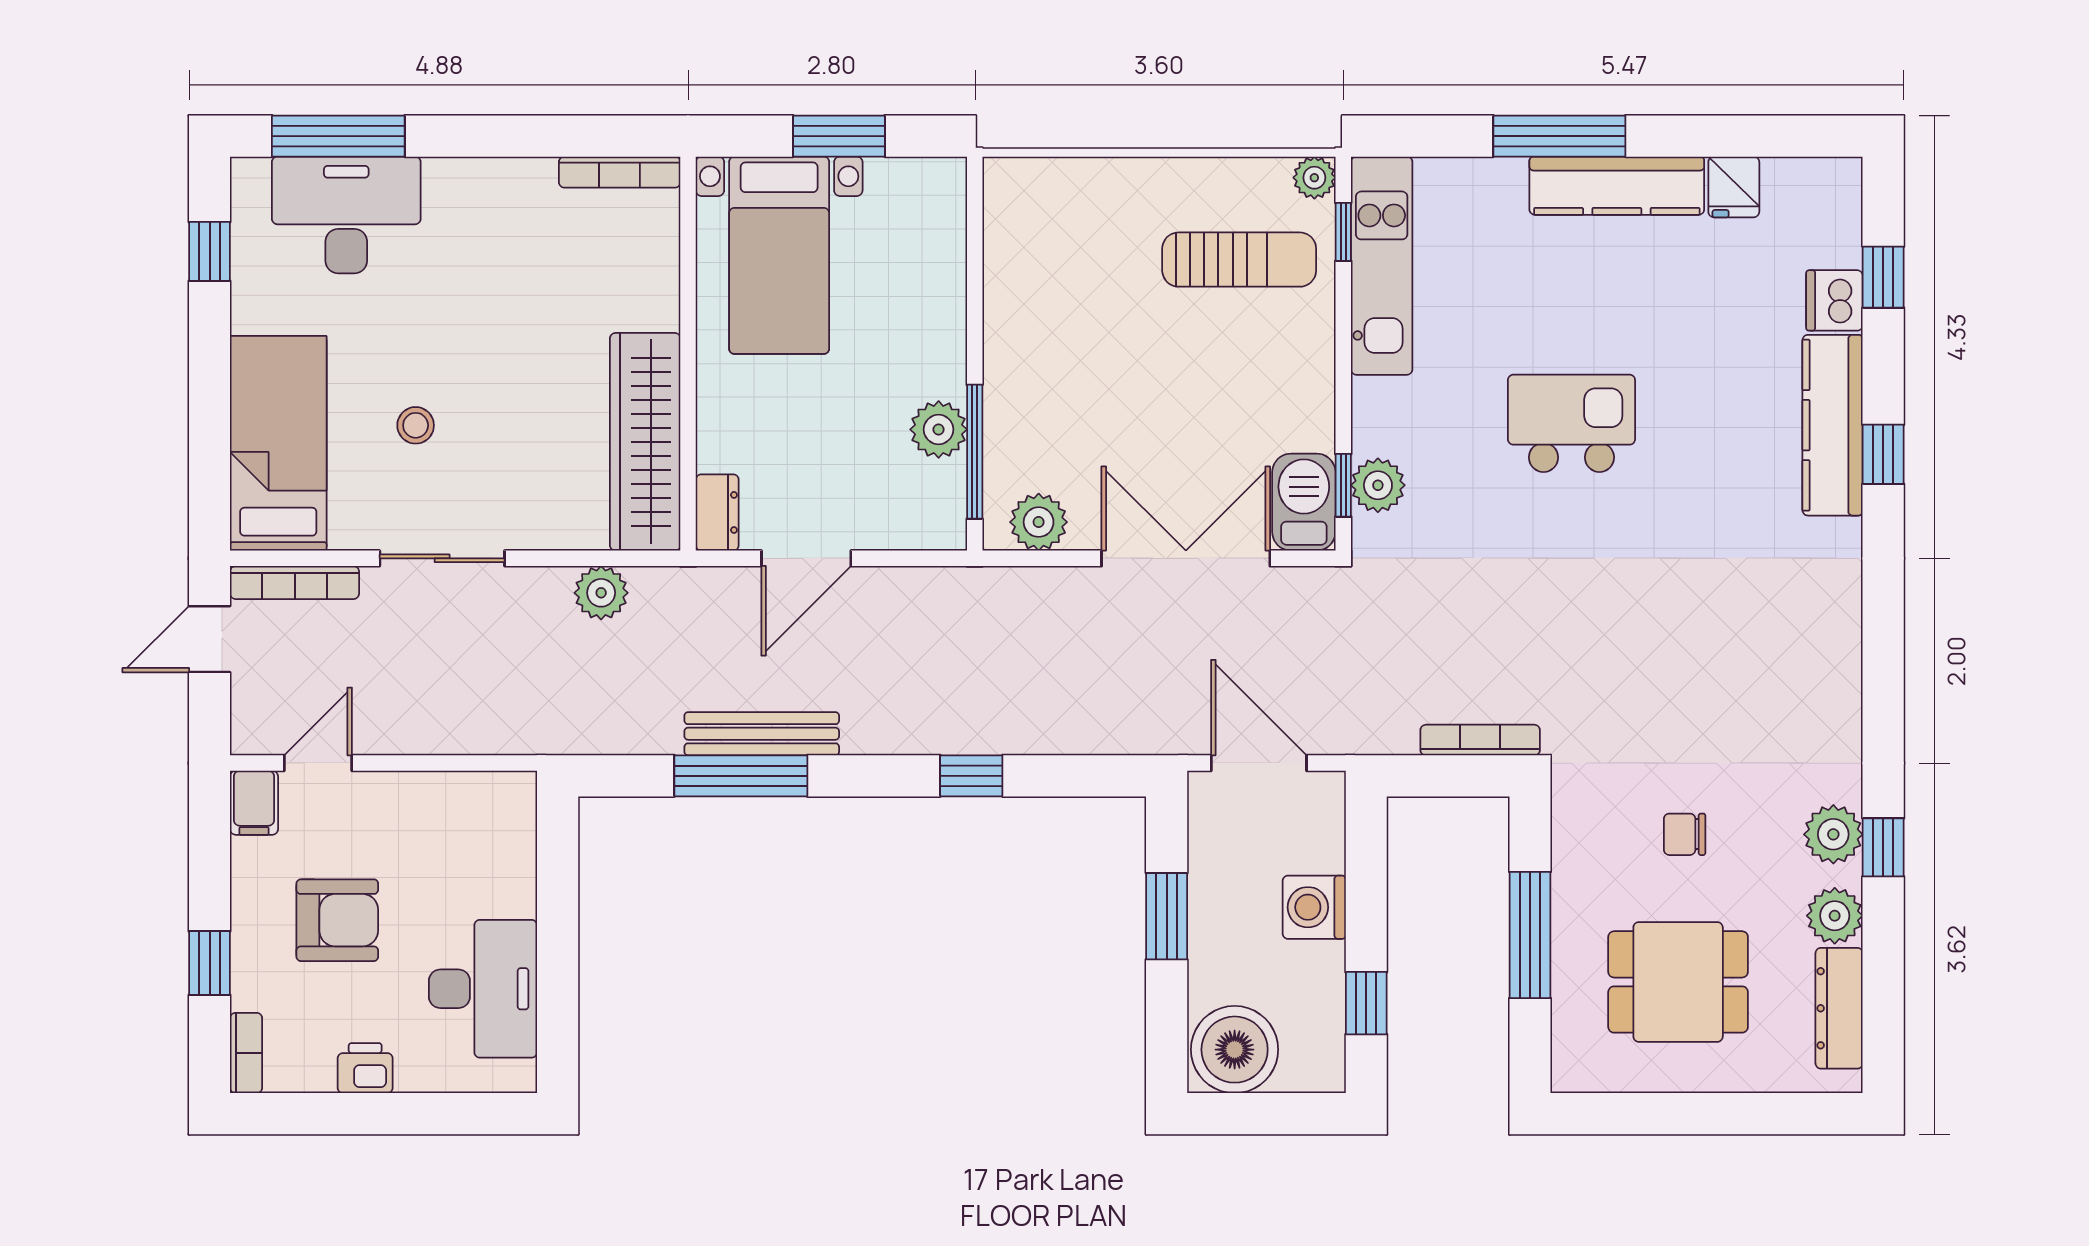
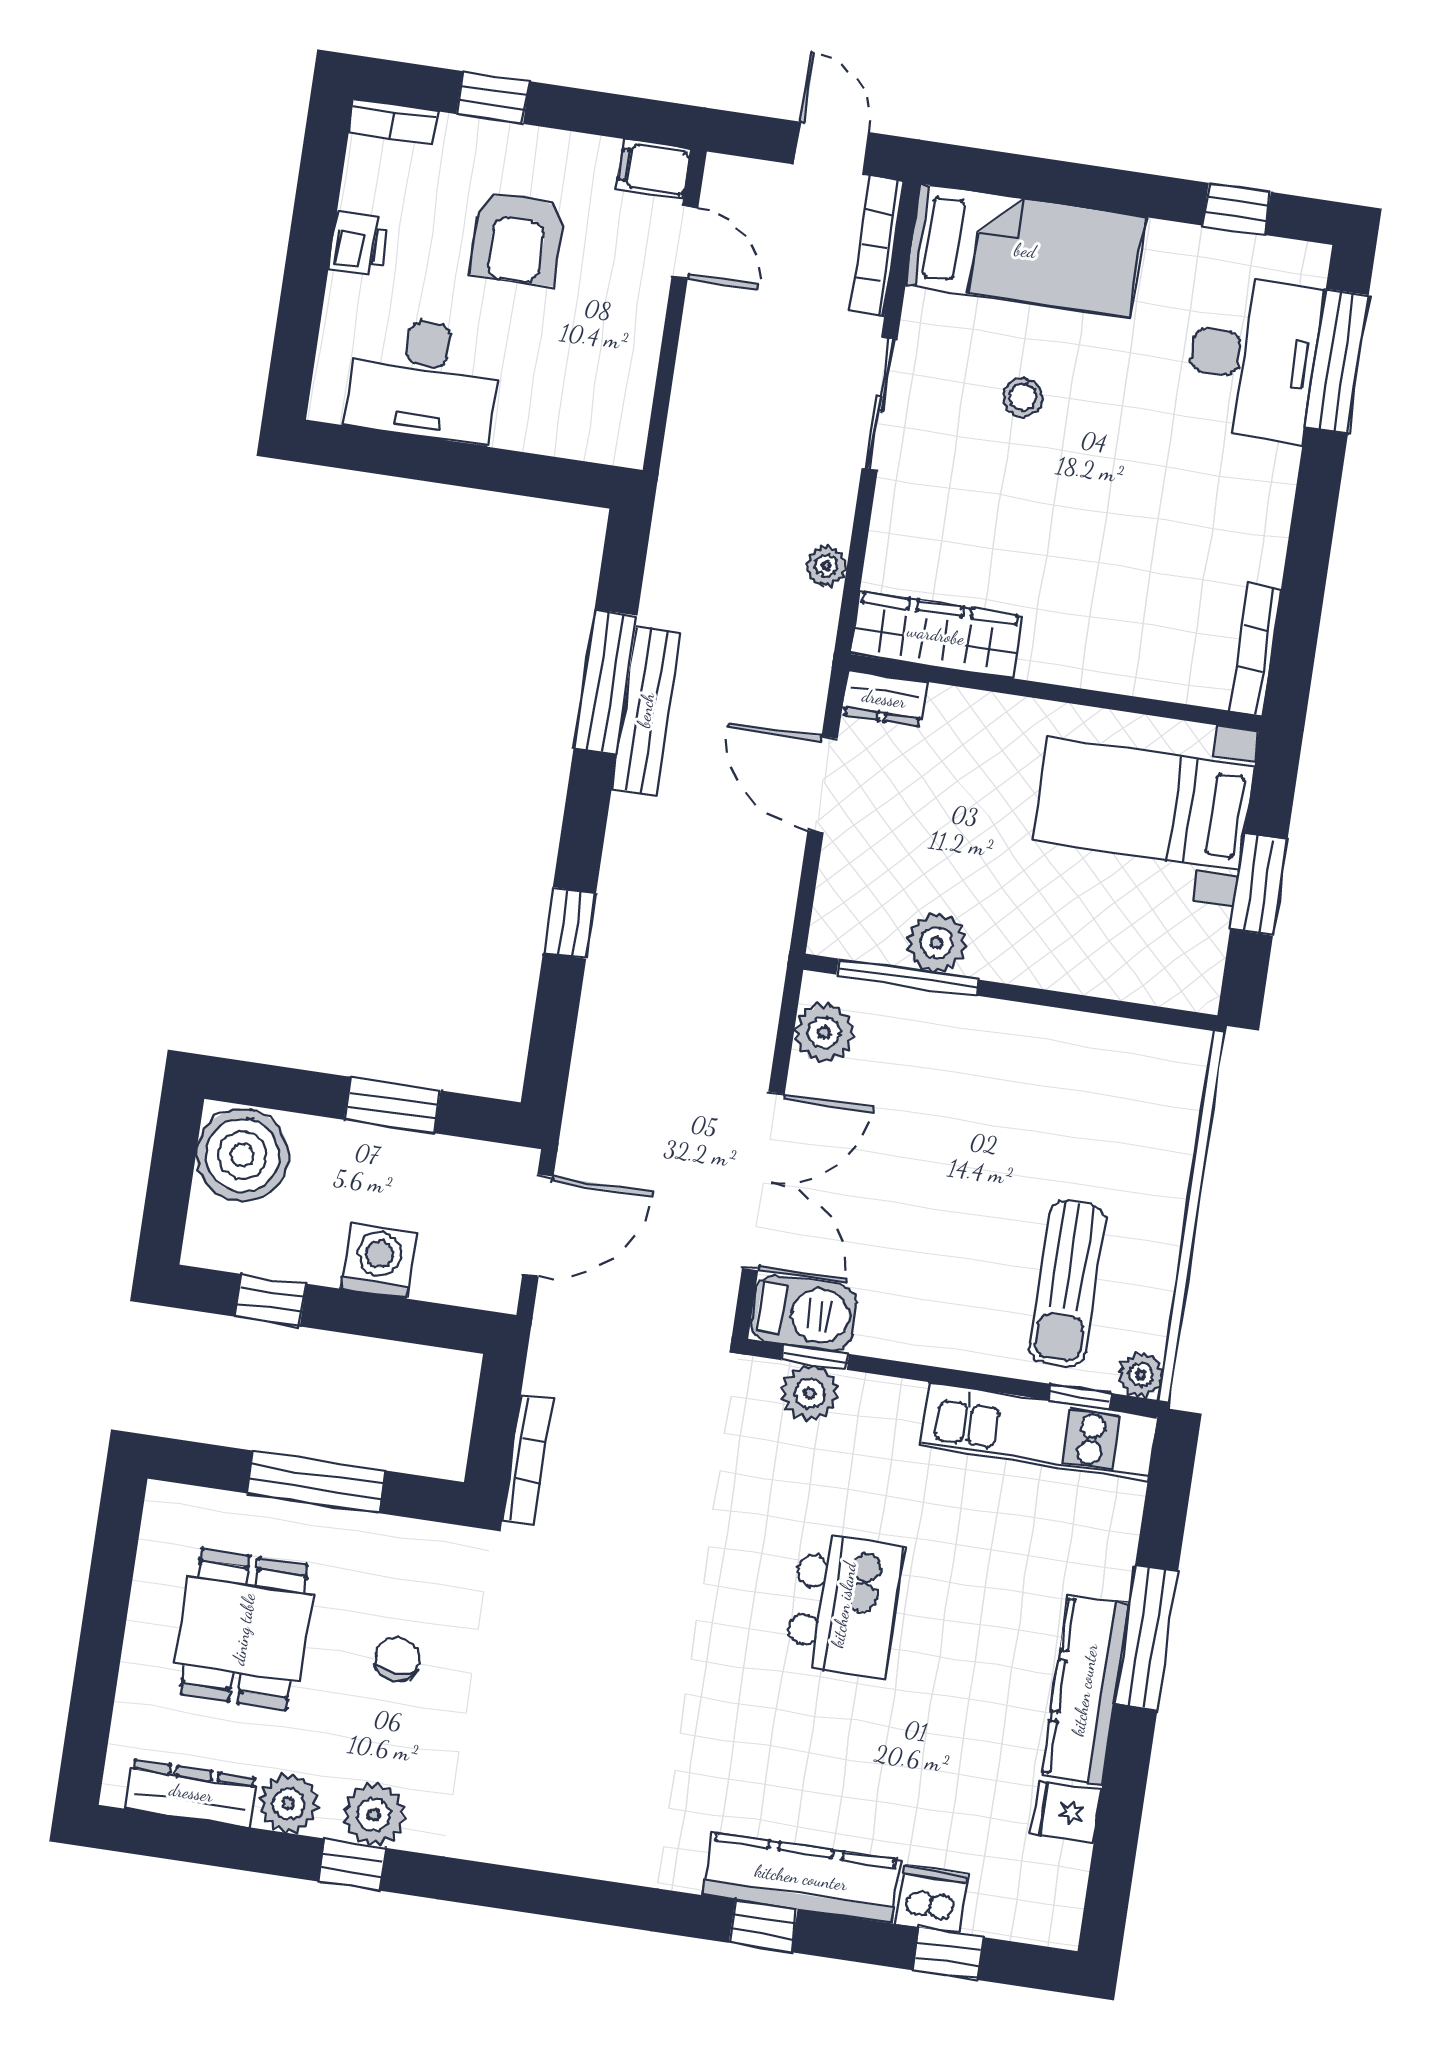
wardrobe: (645, 442) -> (936, 635), width x0.71, depth x0.85
plant: (601, 593) -> (826, 566), width x0.73, depth x0.73

